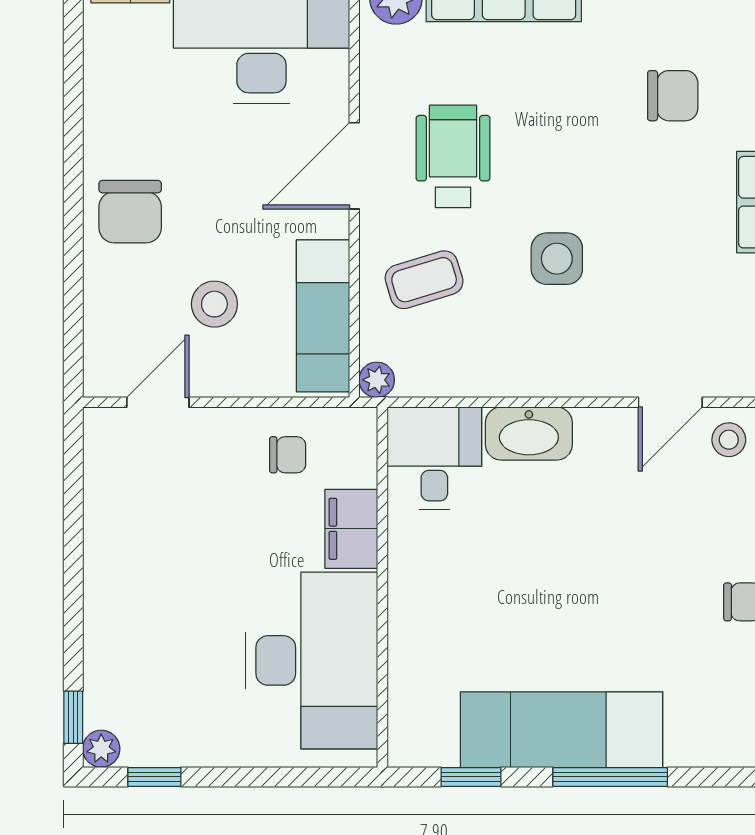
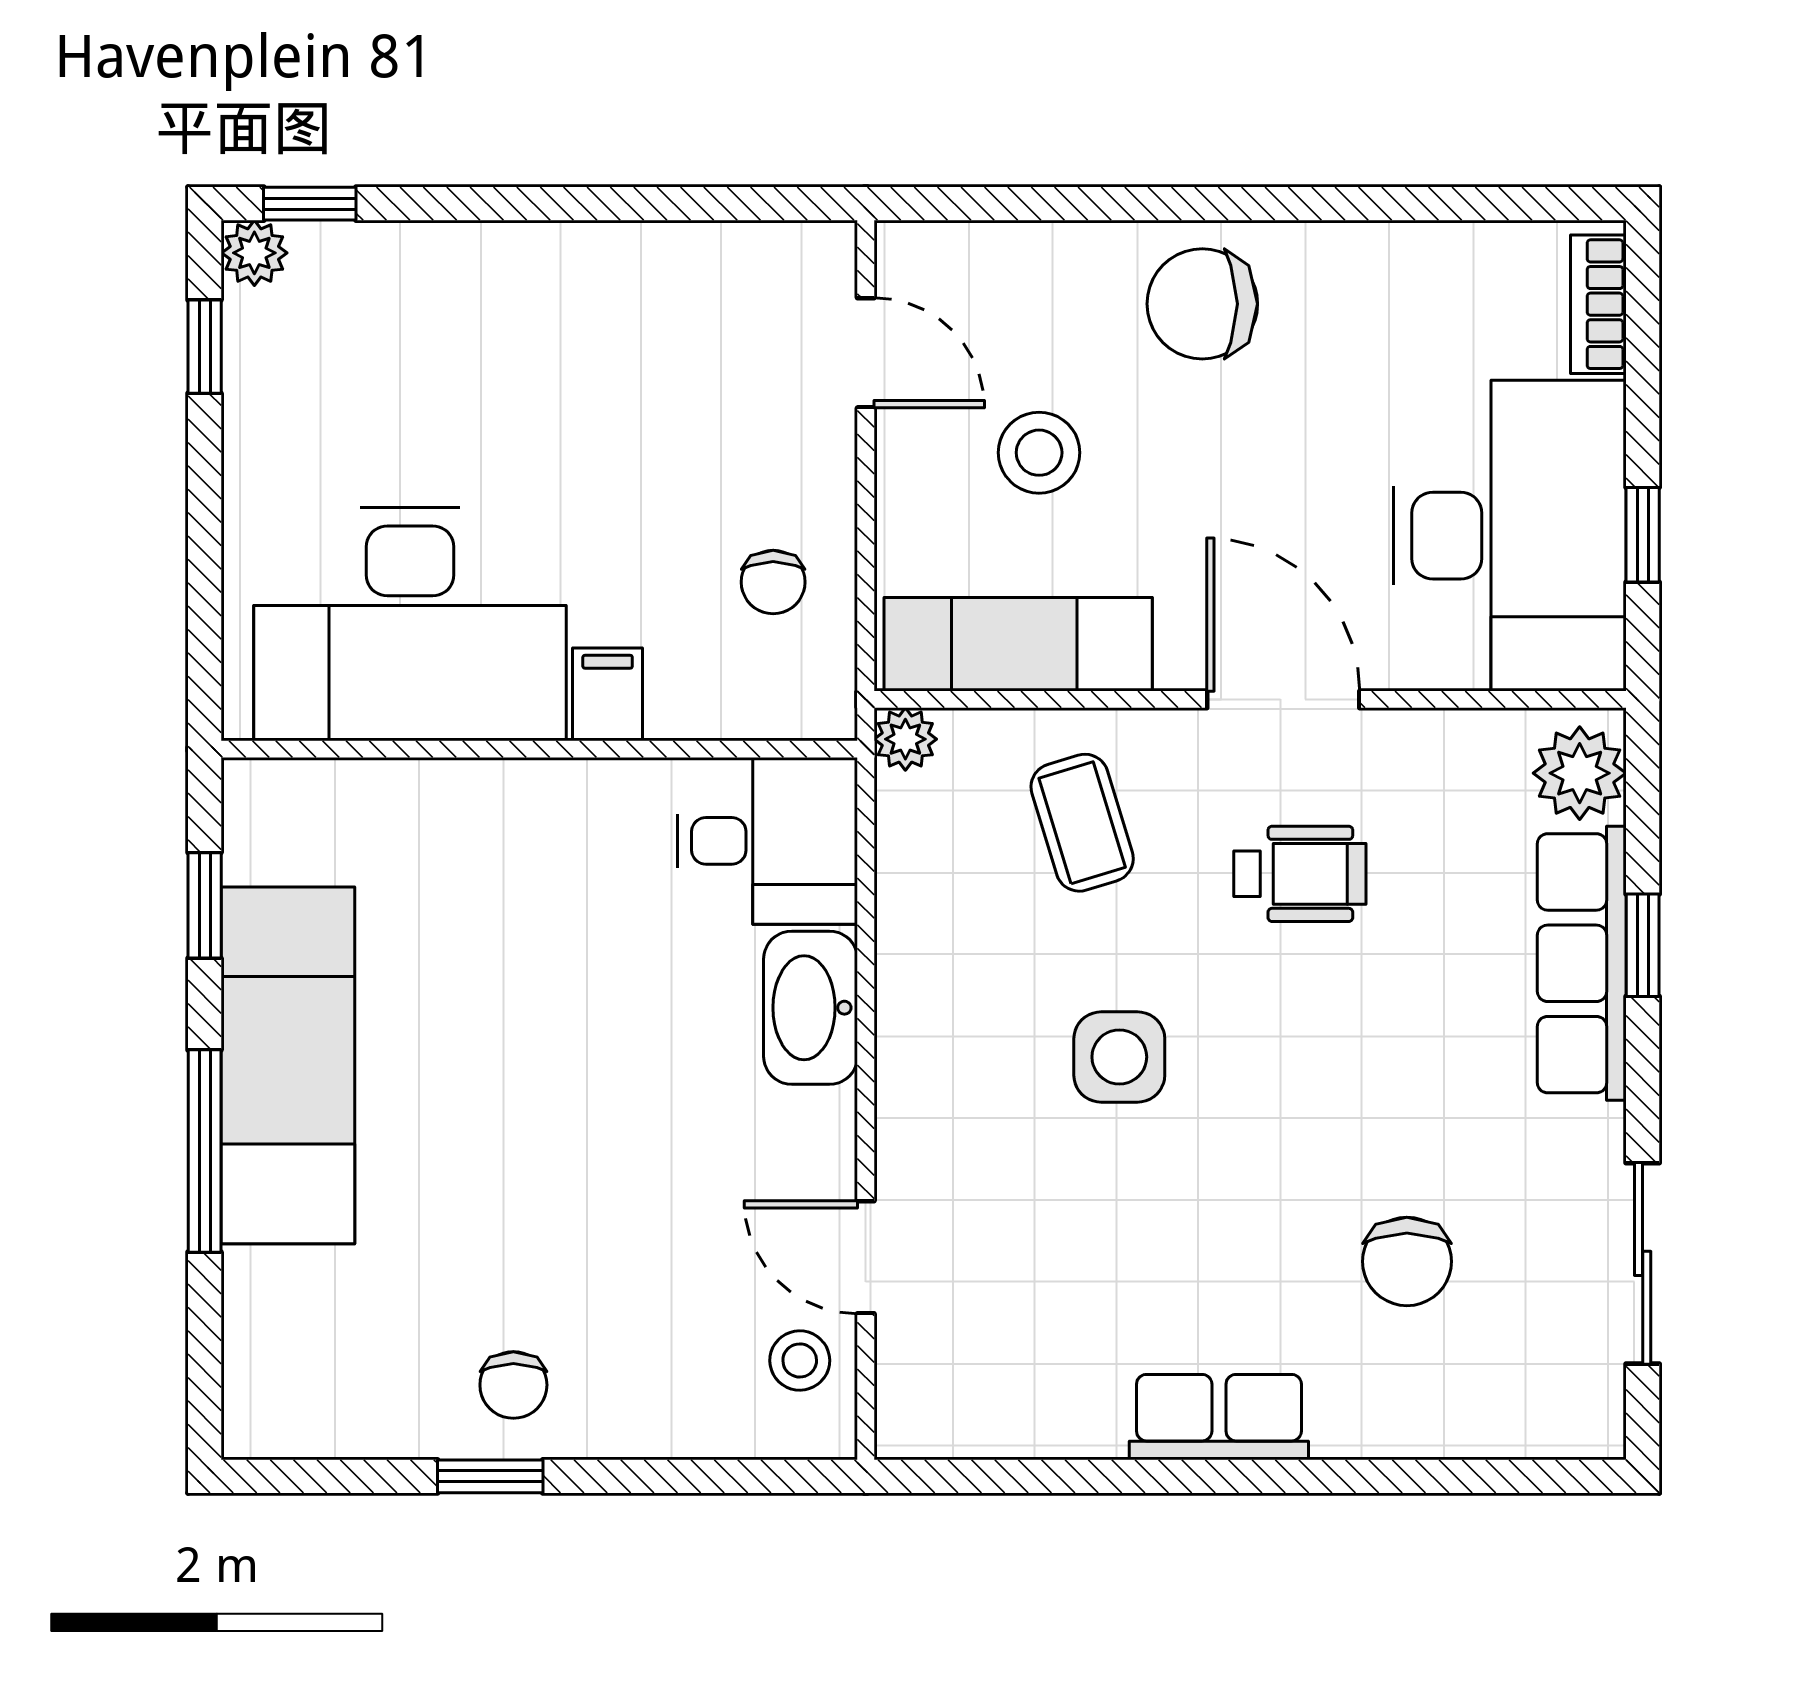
wheelchair: (453, 156) -> (1300, 874), width x0.73, depth x0.73
filing cabinet: (351, 529) -> (608, 694), width x0.50

